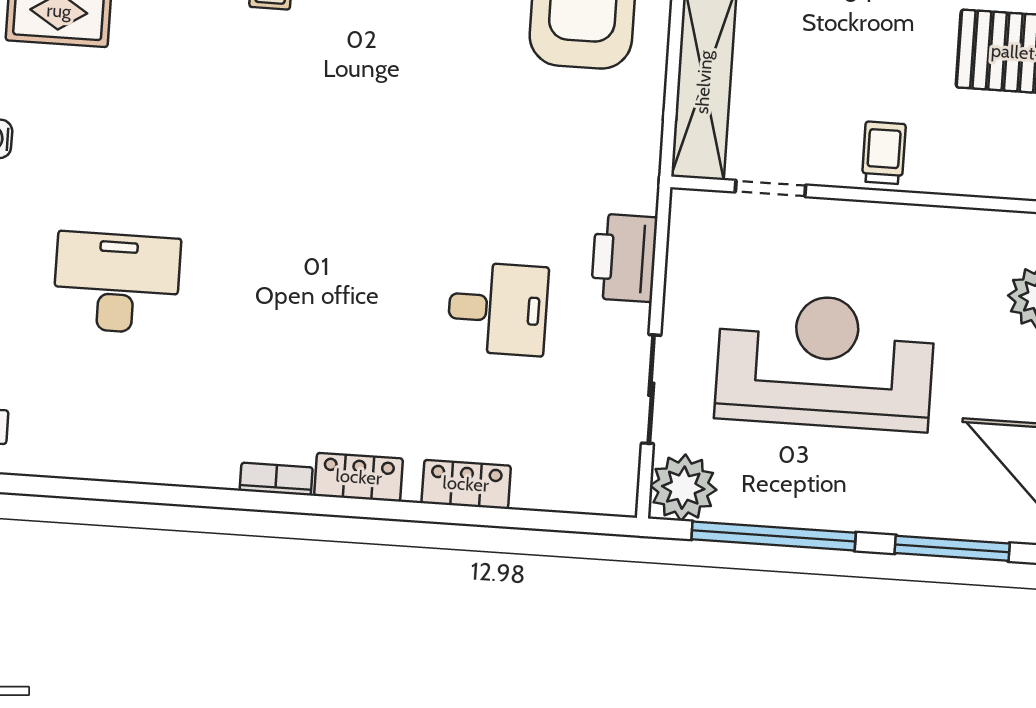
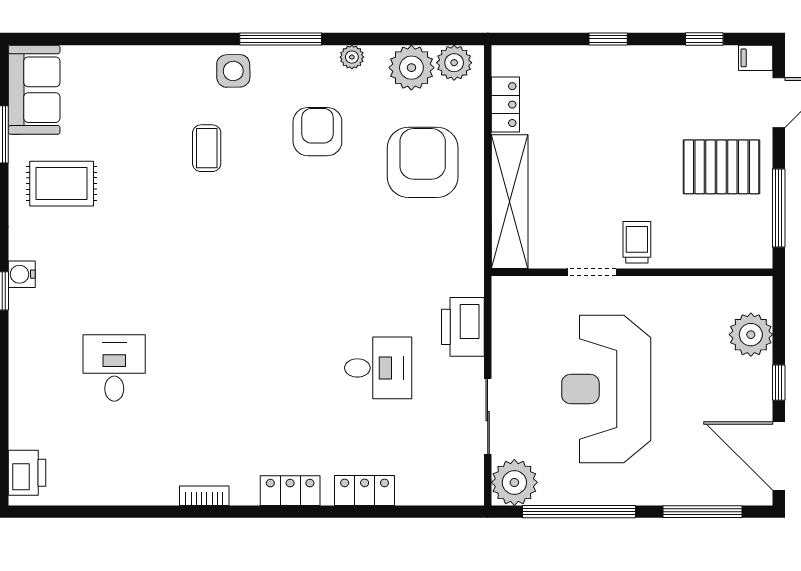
doorway: (770, 189) -> (592, 272), moved
desk: (117, 283) -> (114, 368), width x0.73
reception desk: (825, 362) -> (606, 389), turned -90
bookcase: (276, 479) -> (204, 496), moved

